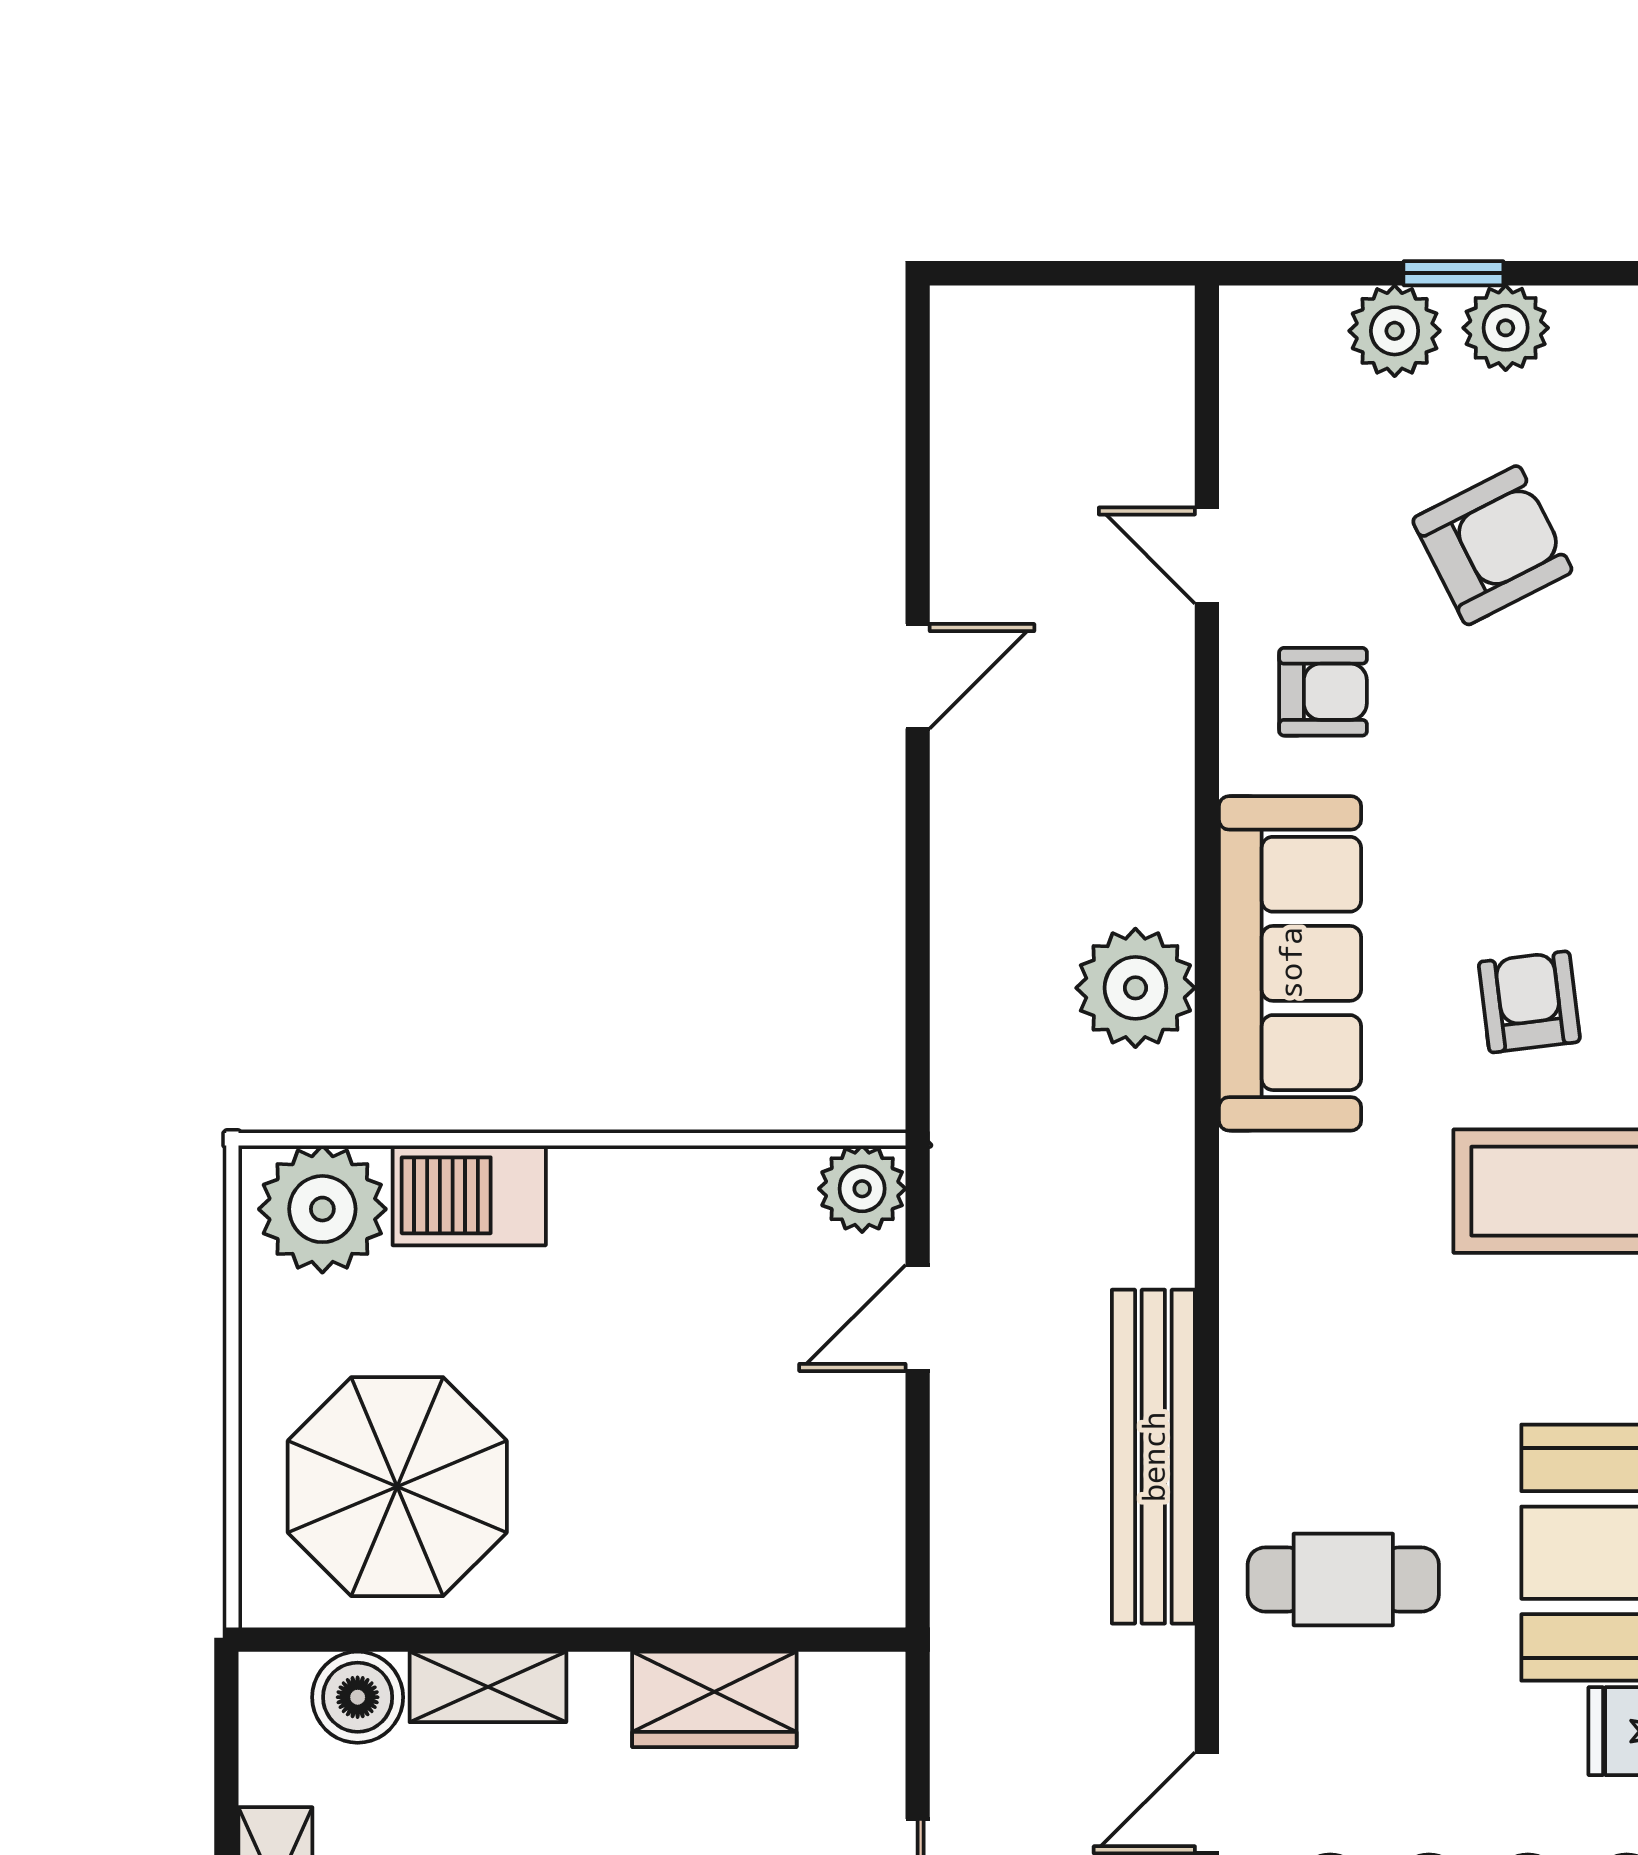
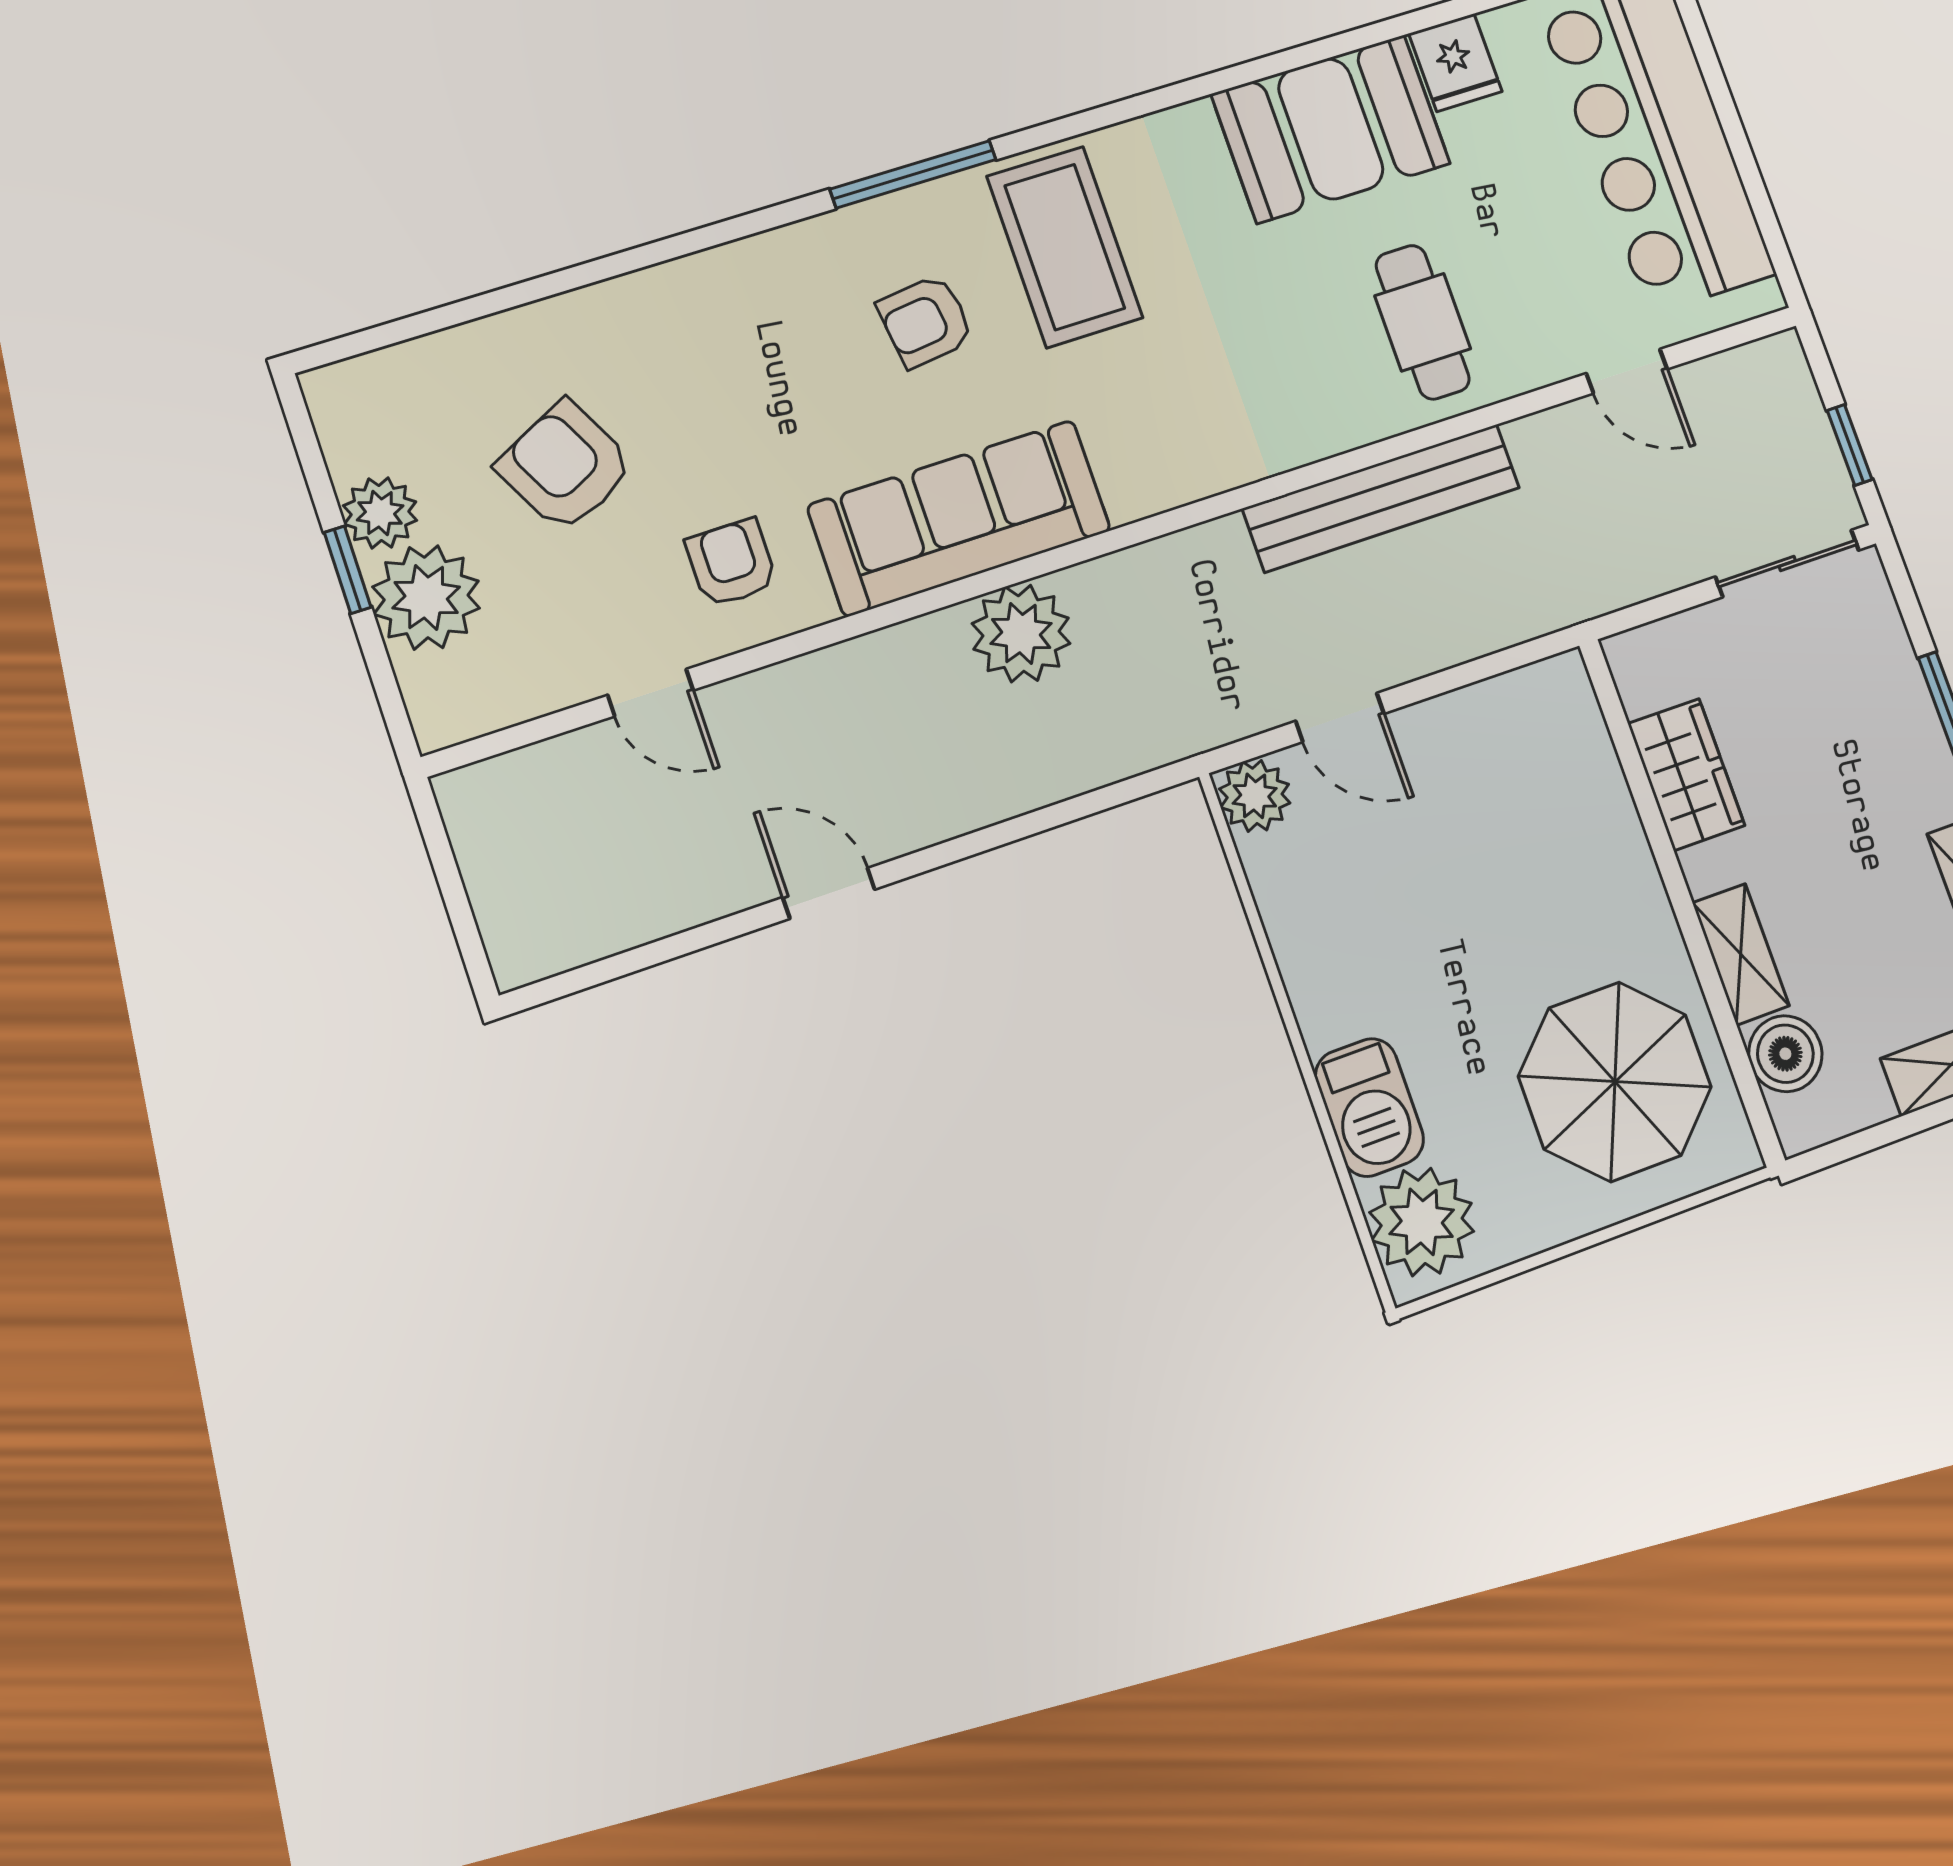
plant: (1395, 331) -> (426, 597), width x1.36, depth x1.36
door: (1207, 555) -> (650, 693), hinge flipped

